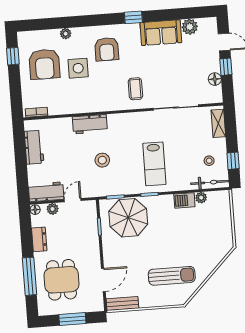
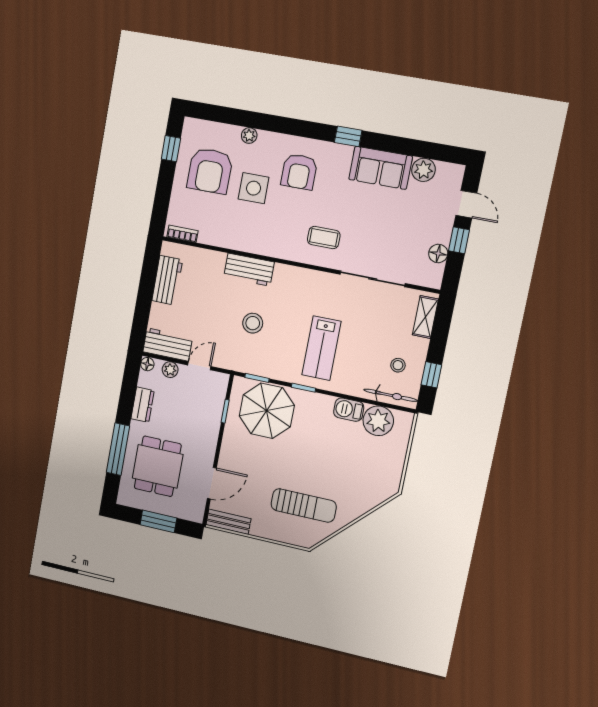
coffee table: (135, 89) -> (324, 238), turned 90
plant: (201, 198) -> (378, 421), width x1.88, depth x1.88

